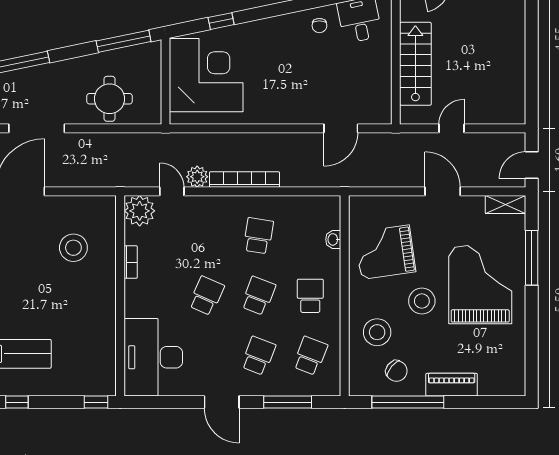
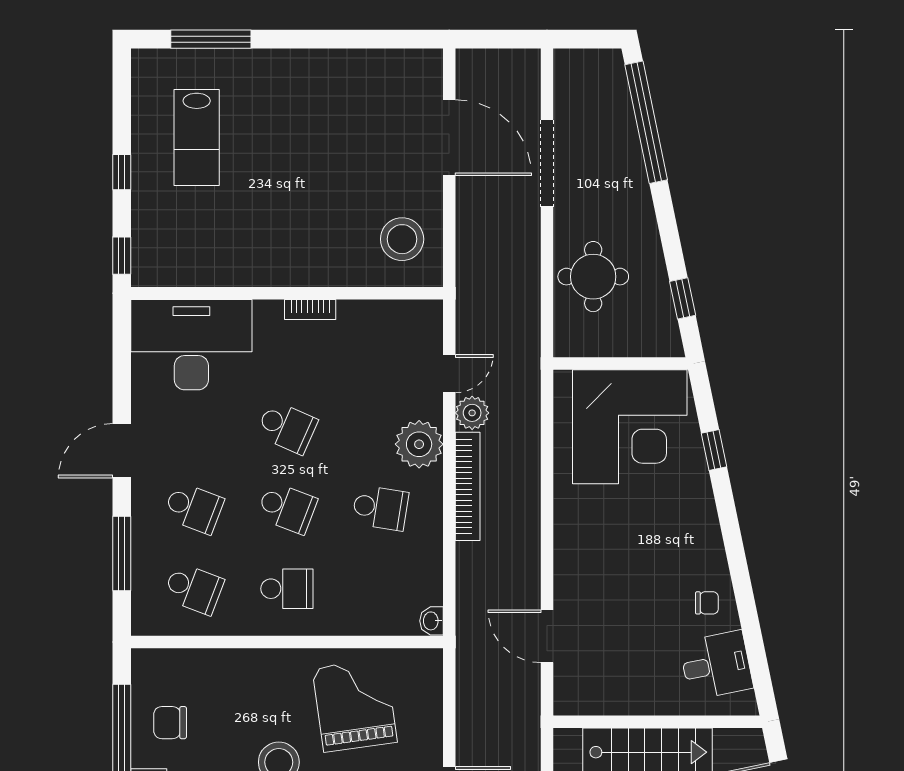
chair: (319, 26) -> (707, 603), turned 180
window: (124, 41) -> (683, 298), width x0.46
plant: (140, 211) -> (419, 444), moved
washbasin: (333, 239) -> (431, 621), moved, turned -90
stool: (73, 248) -> (402, 239), moved
bookcase: (131, 262) -> (310, 310), moved
stool: (377, 332) -> (230, 693), removed
chair: (396, 371) -> (170, 723), turned 50
window: (17, 402) -> (122, 172), moved

